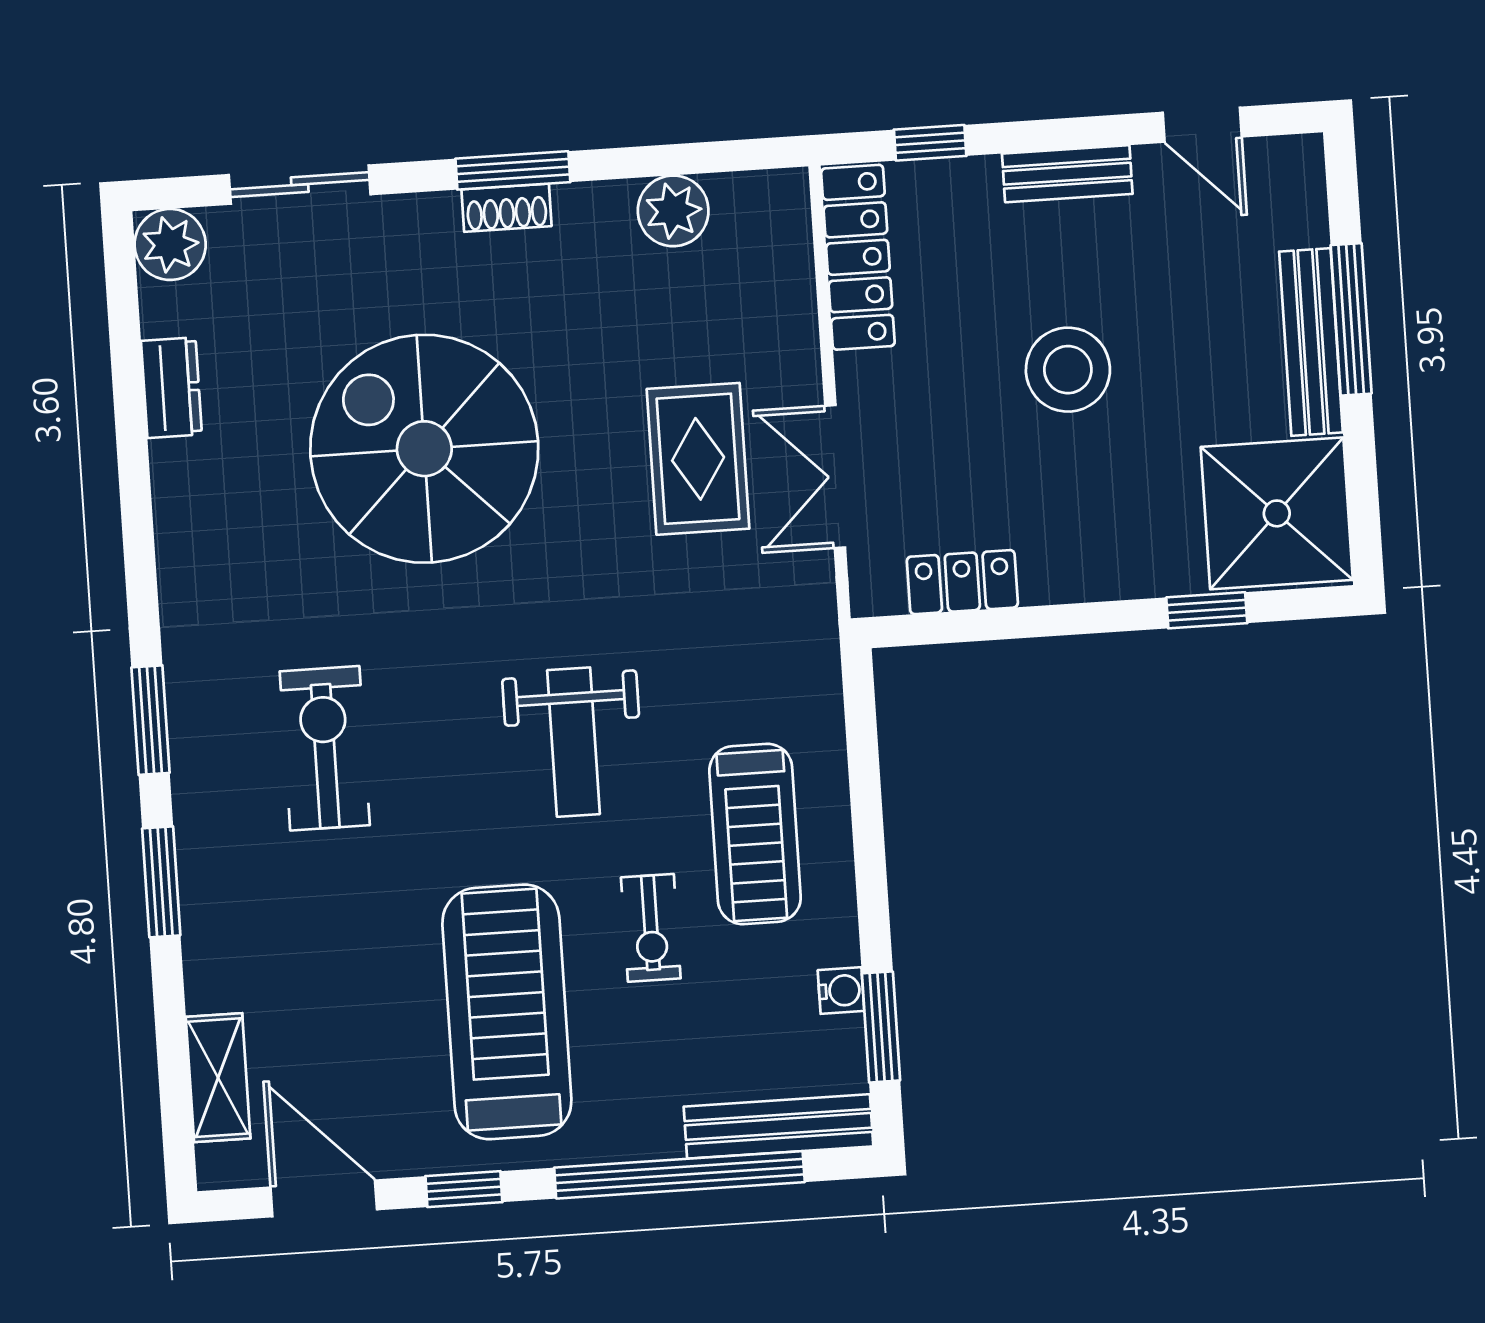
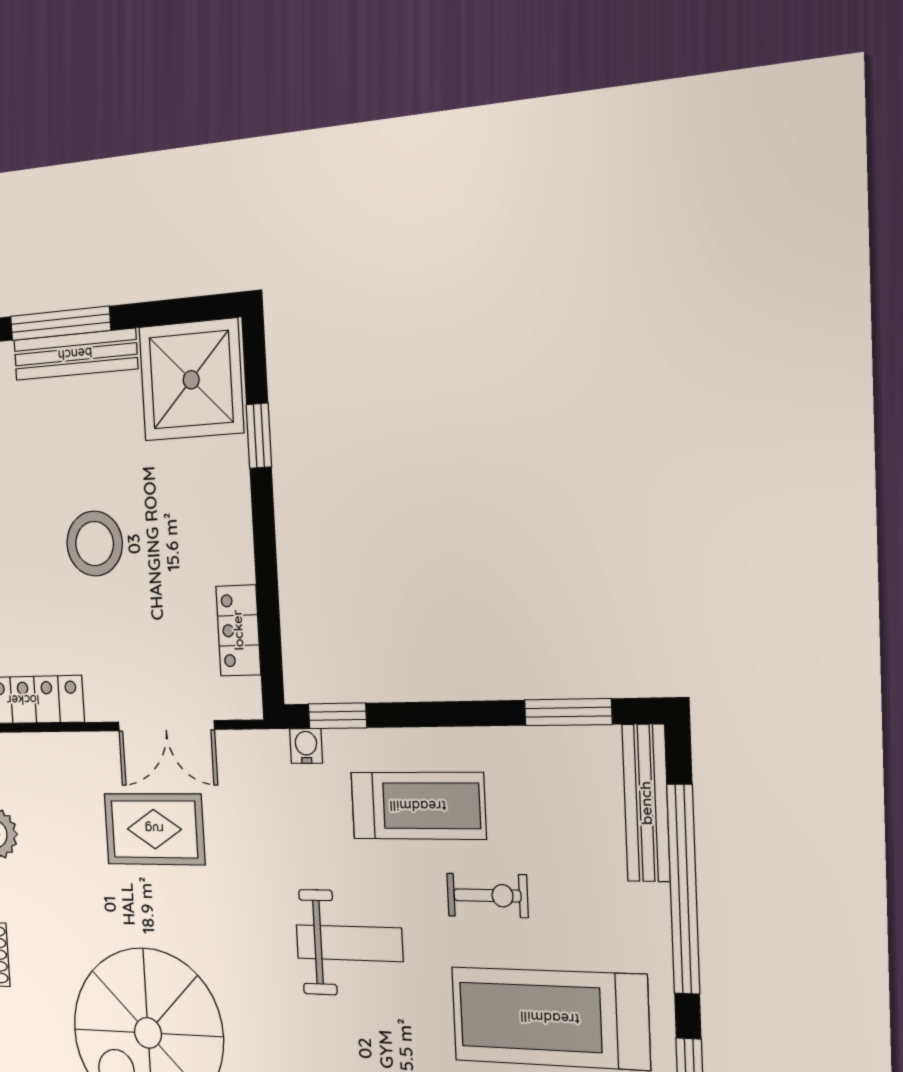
window: (861, 723) -> (337, 716), added
water cooler: (841, 991) -> (306, 746), moved

